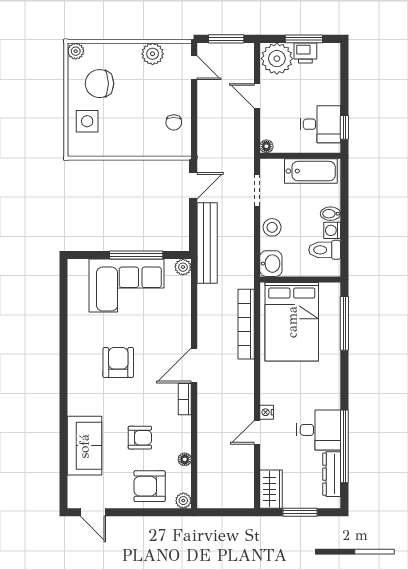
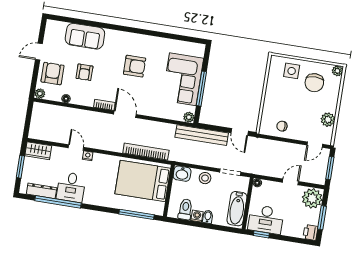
printer: (305, 53) -> (310, 232), moved
chair: (99, 84) -> (314, 83), turned 180
desk: (320, 124) -> (266, 219), width x1.37
door: (93, 512) -> (39, 52), moved

